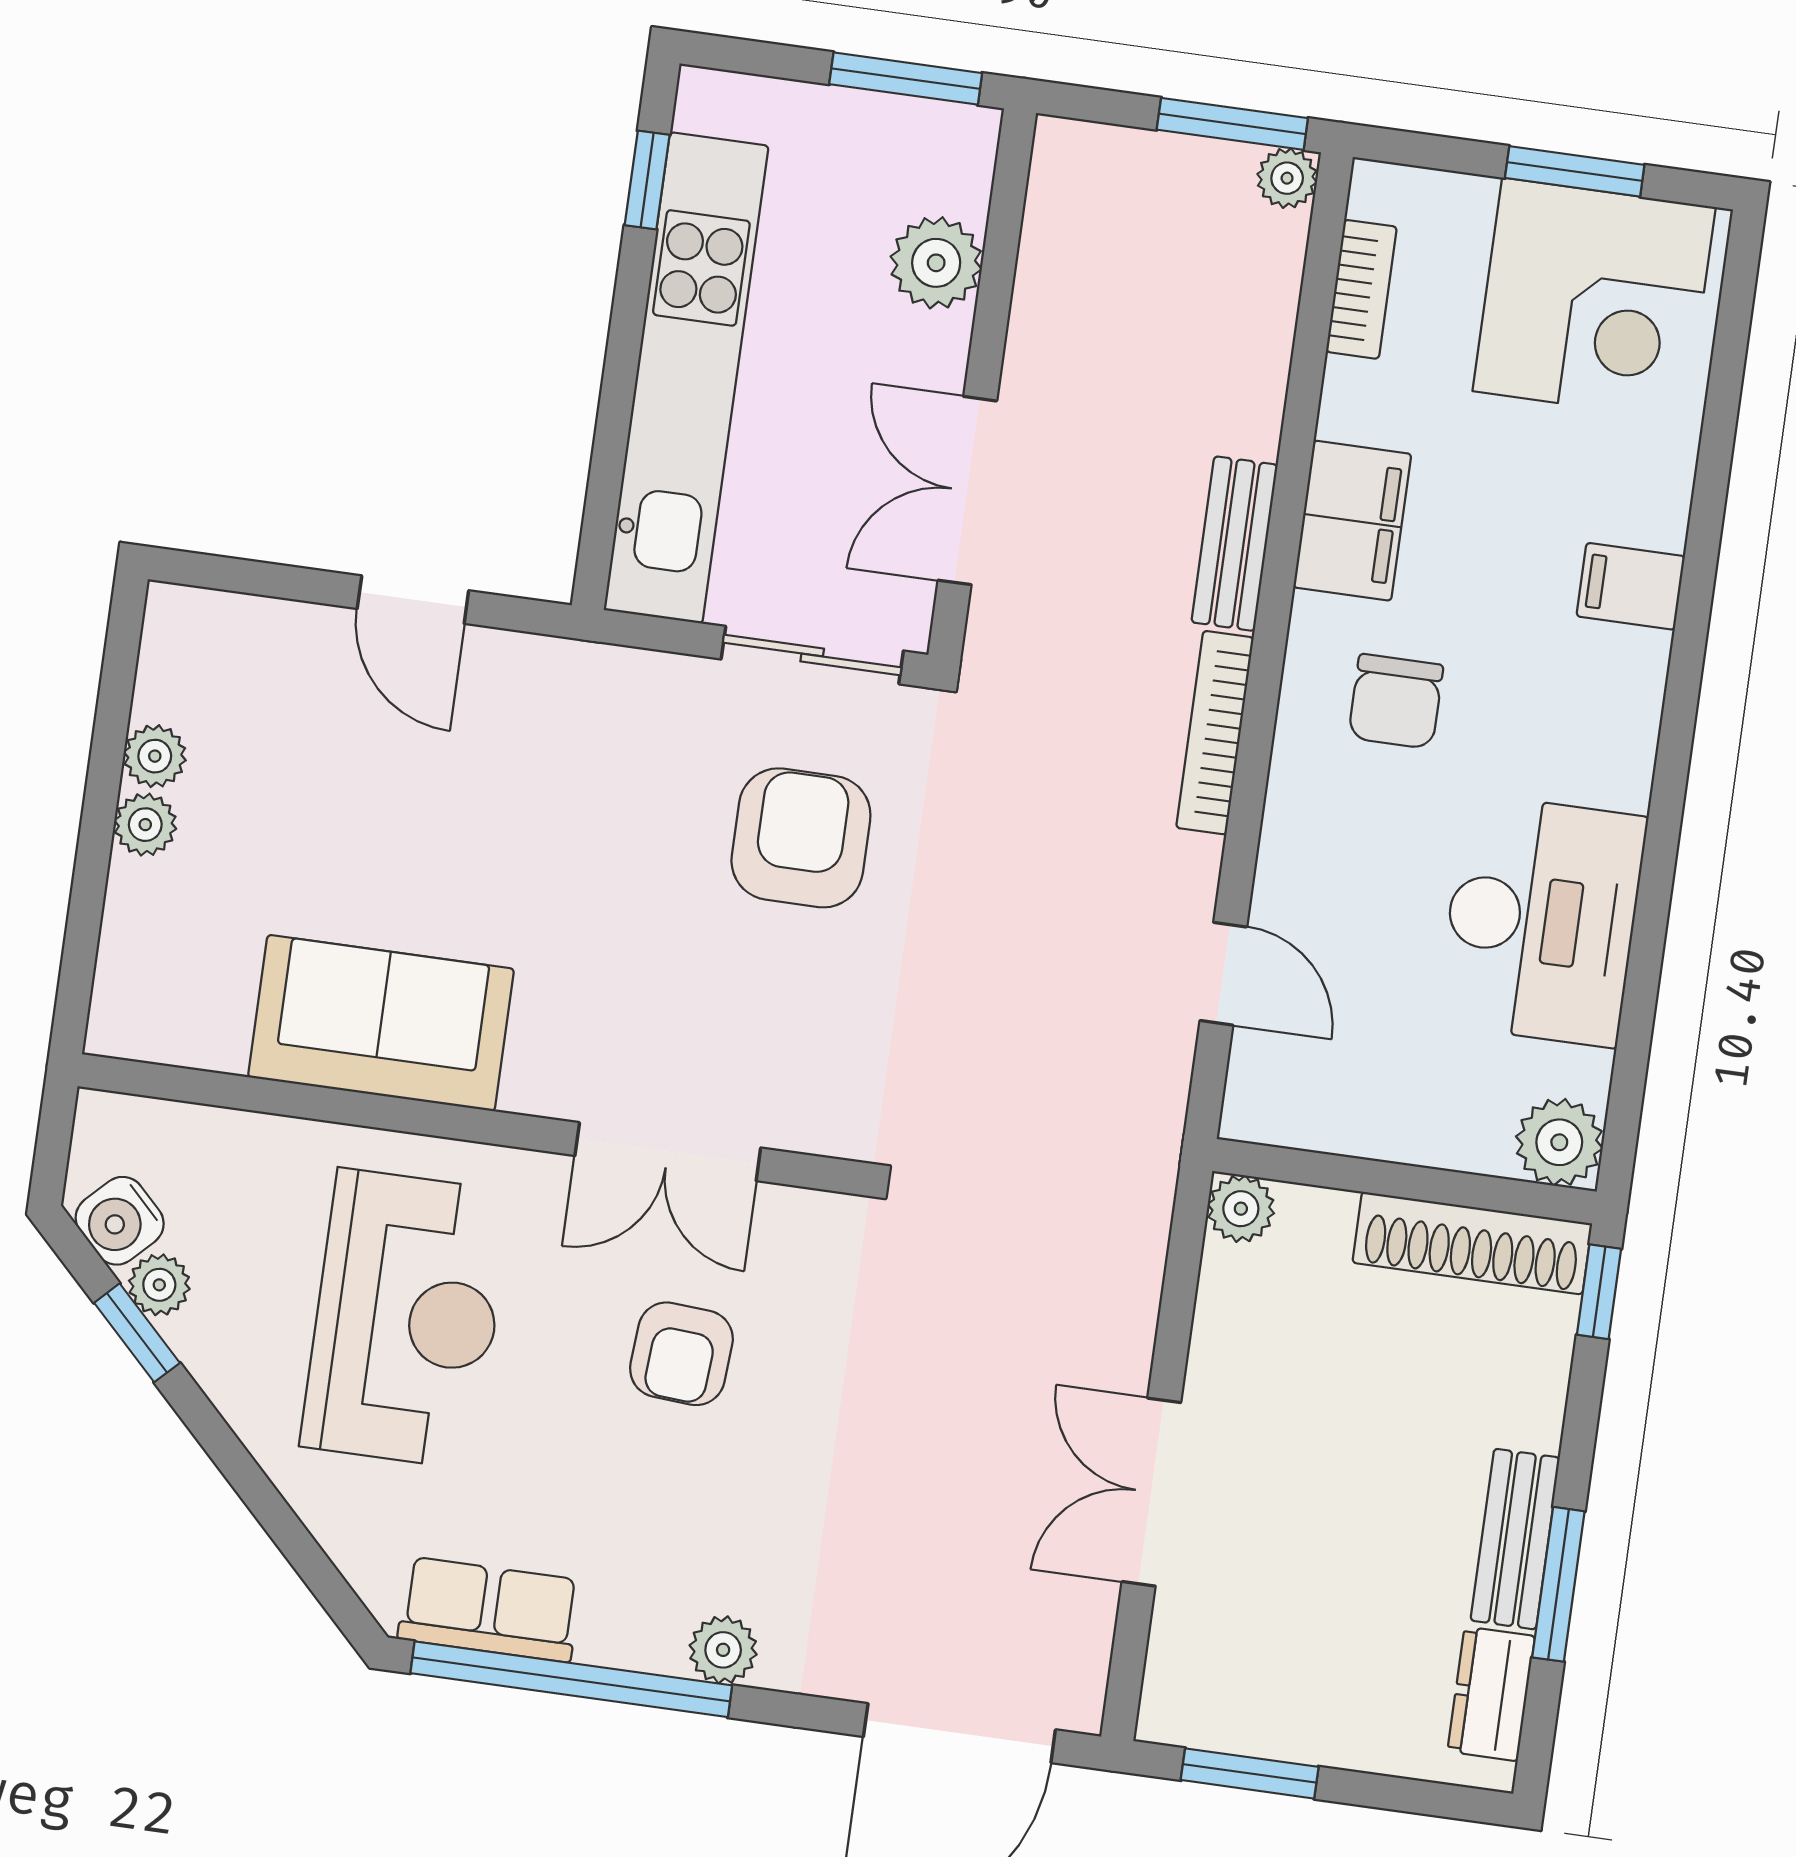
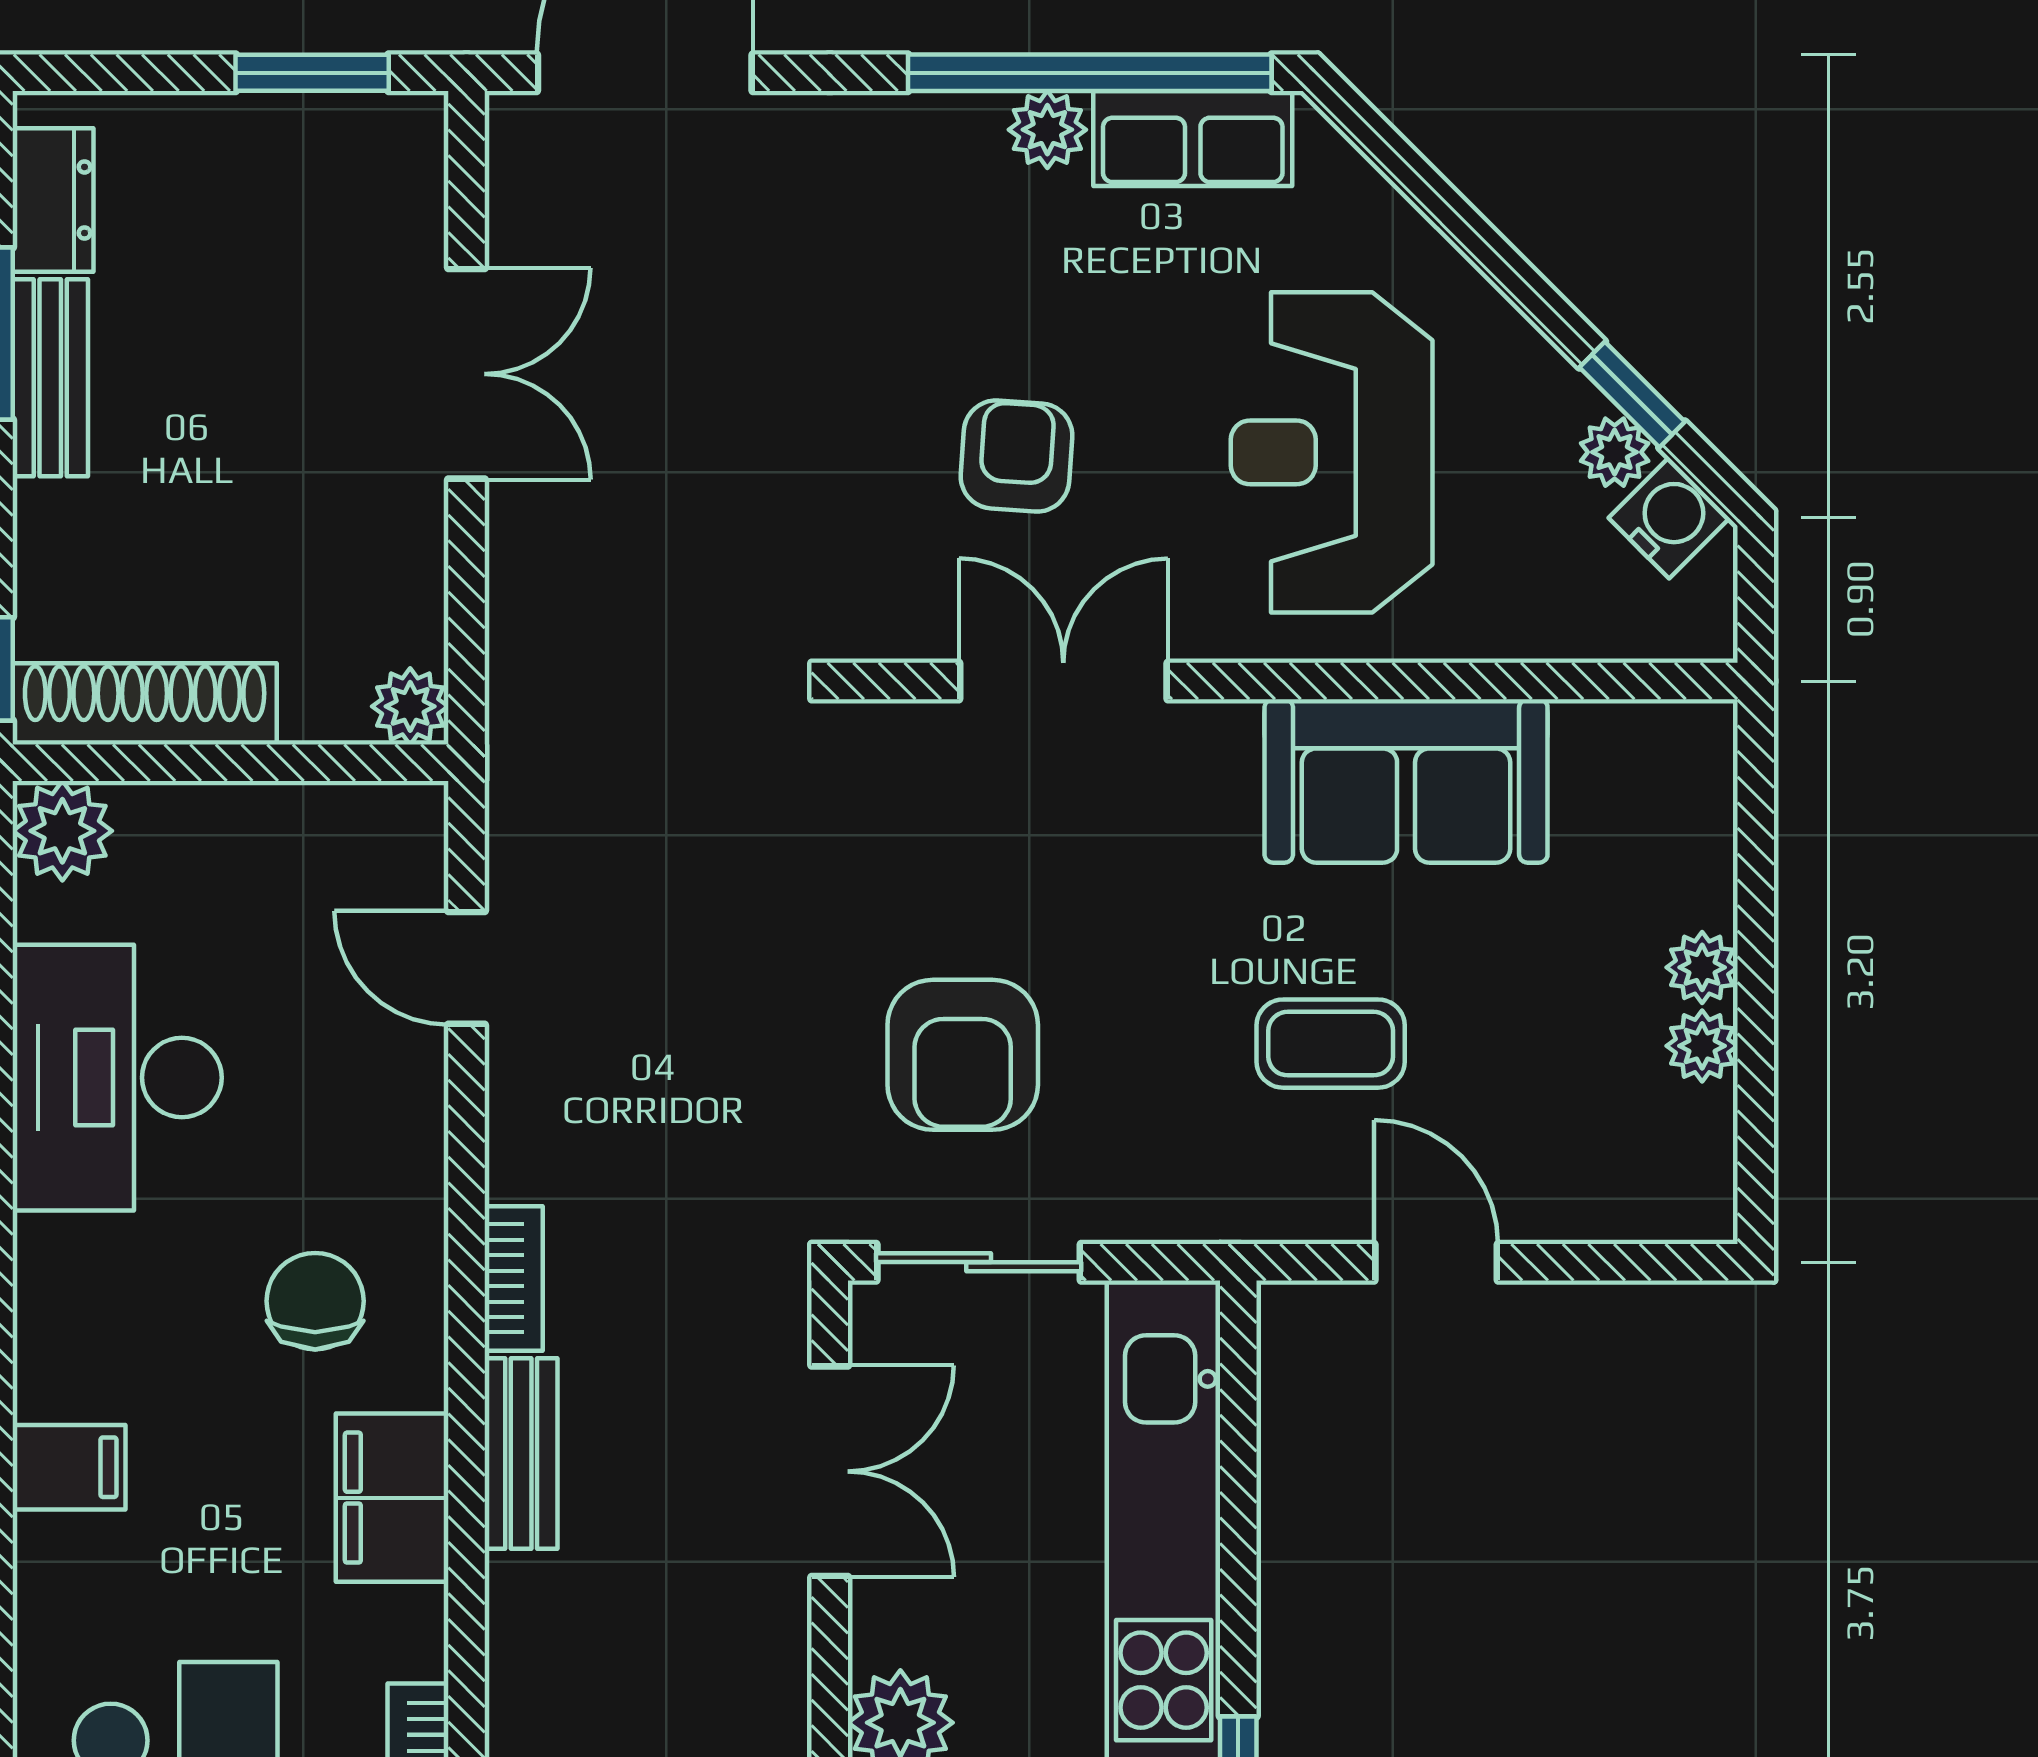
bookcase: (1215, 733) -> (514, 1278), width x0.64
coffee table: (479, 803) -> (1331, 1044), added
plant: (723, 1650) -> (1047, 130), moved

